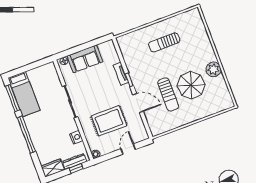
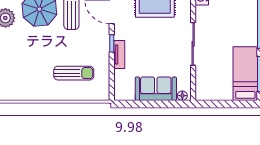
sun lounger: (164, 42) -> (74, 73), moved

